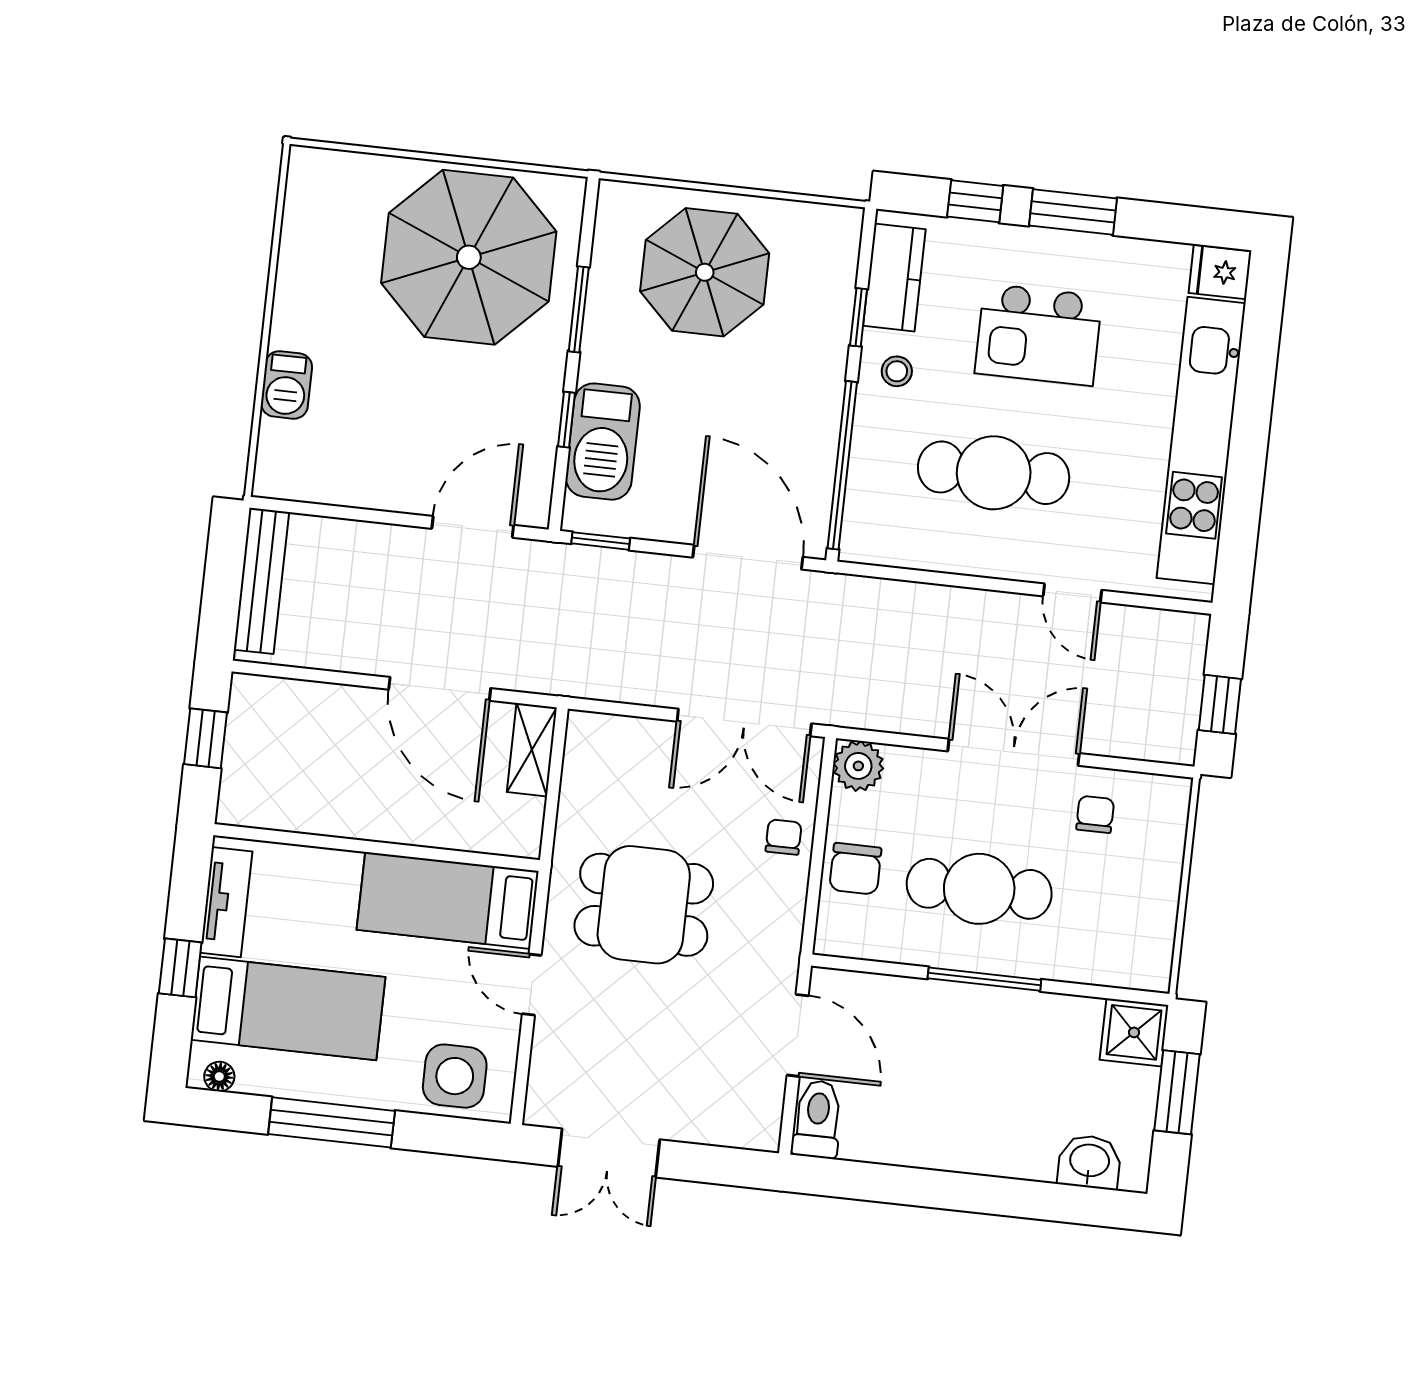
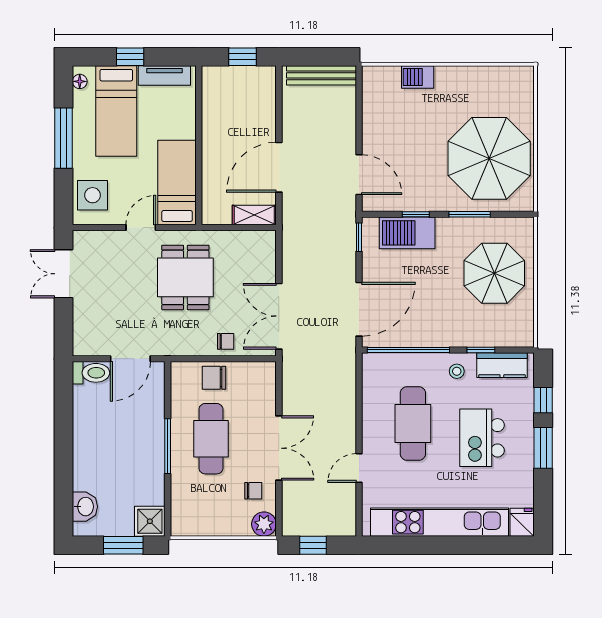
plant: (858, 766) -> (264, 524), moved

